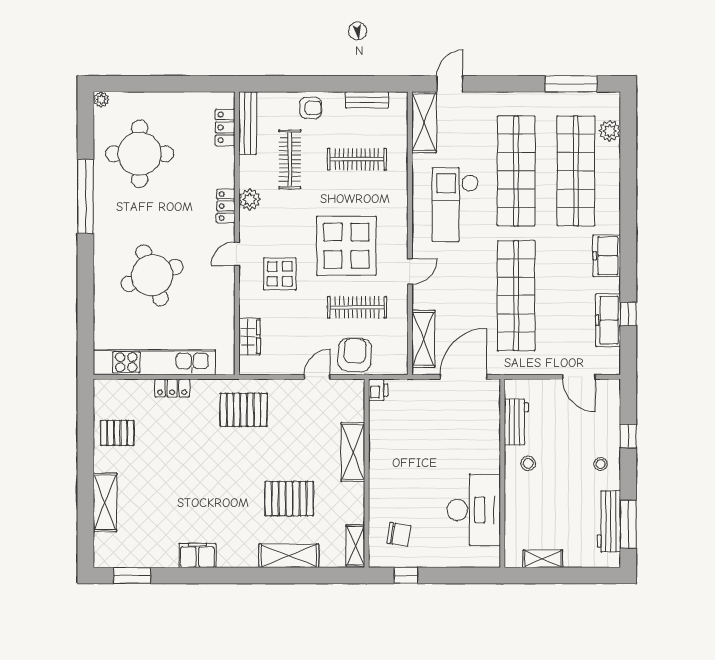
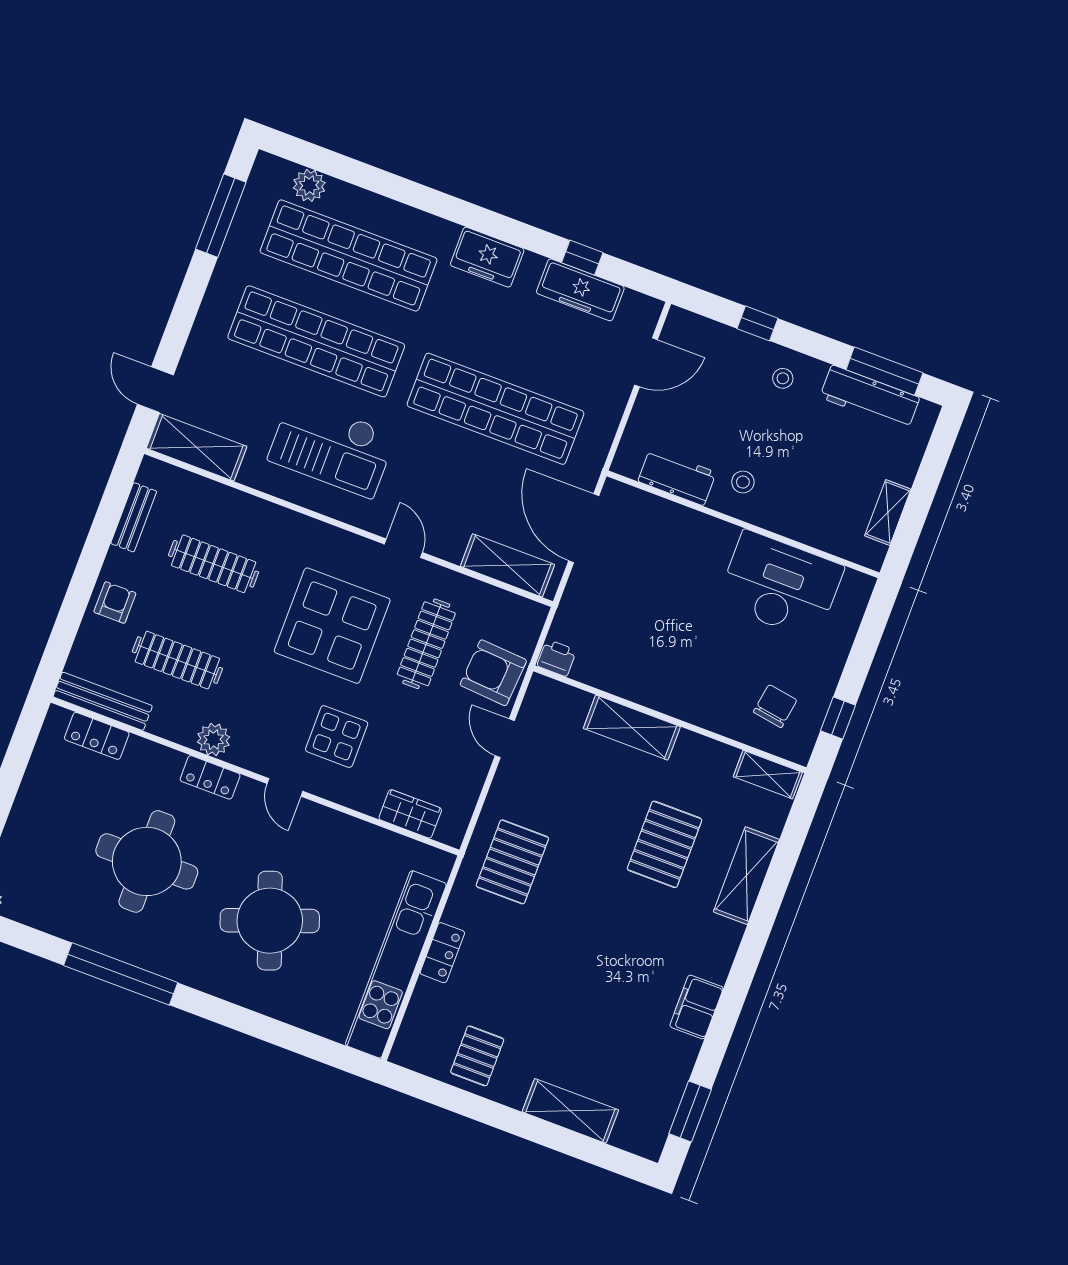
round table: (140, 154) -> (147, 861), moved
clothes rail: (357, 159) -> (214, 564), turned 90

